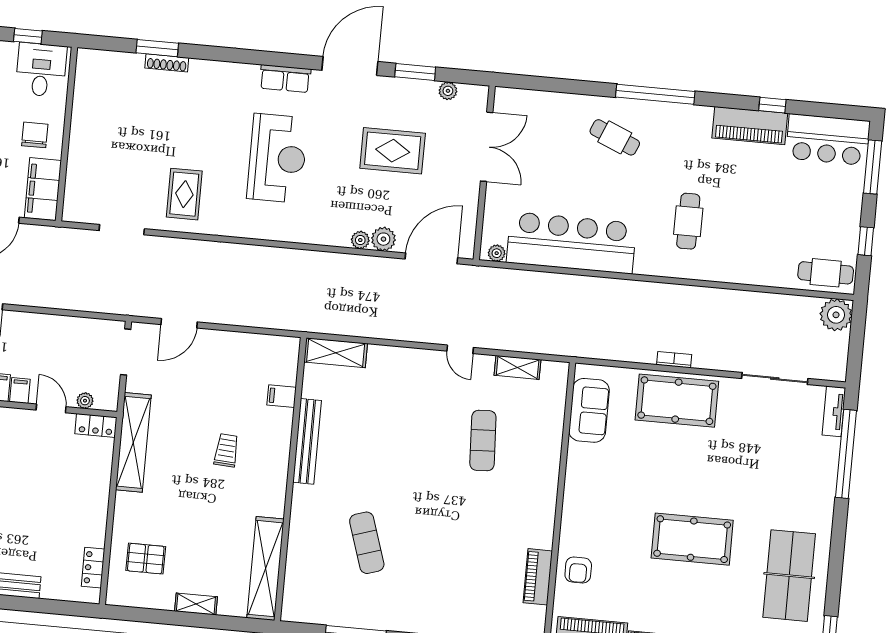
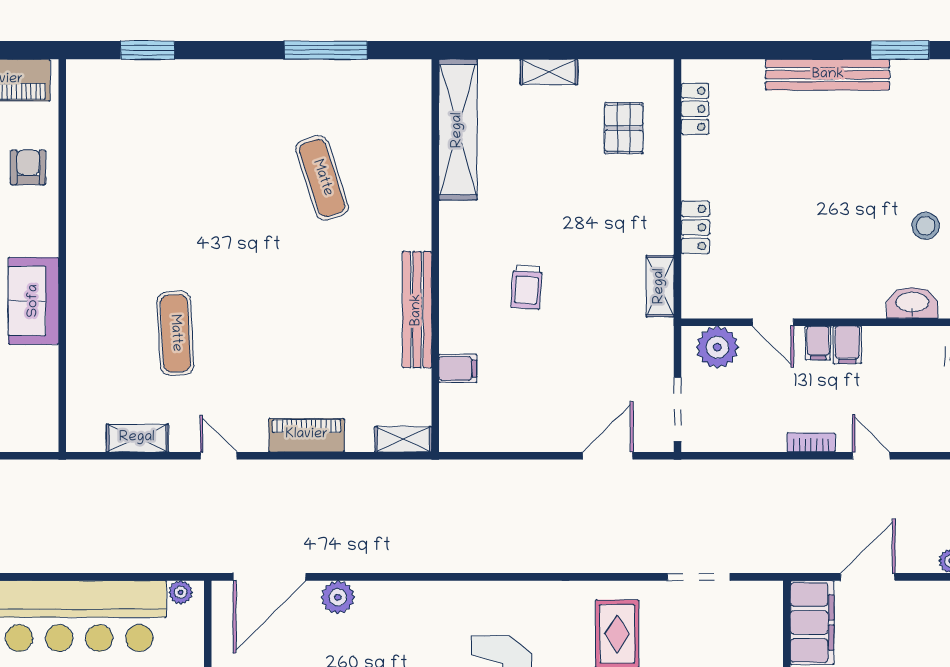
plant: (360, 240) -> (370, 593), removed
bookcase: (32, 319) -> (811, 442), added
shelving: (336, 353) -> (403, 439), width x0.67, depth x0.75
plant: (85, 401) -> (717, 347), width x1.88, depth x1.88
sofa: (589, 410) -> (34, 301), moved
locker: (96, 425) -> (695, 227), moved, turned 90
shelving: (133, 442) -> (660, 286), width x0.45, depth x0.75
pallet: (146, 559) -> (624, 128), turned 90
piano: (538, 577) -> (307, 435), moved, turned -90

